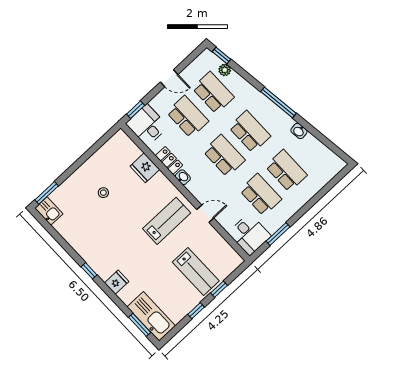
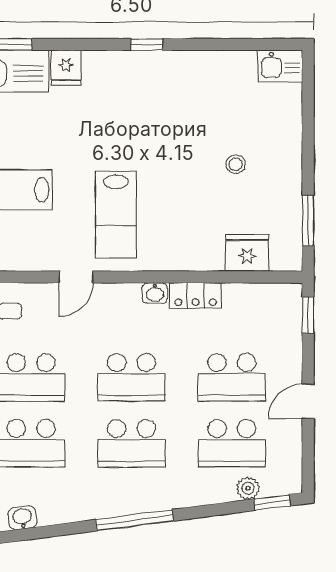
desk: (147, 125) -> (272, 311), removed
washbasin: (299, 131) -> (22, 518), moved
fridge: (145, 168) -> (247, 253), moved
window: (47, 193) -> (308, 220), moved
fridge: (117, 282) -> (66, 68), moved

